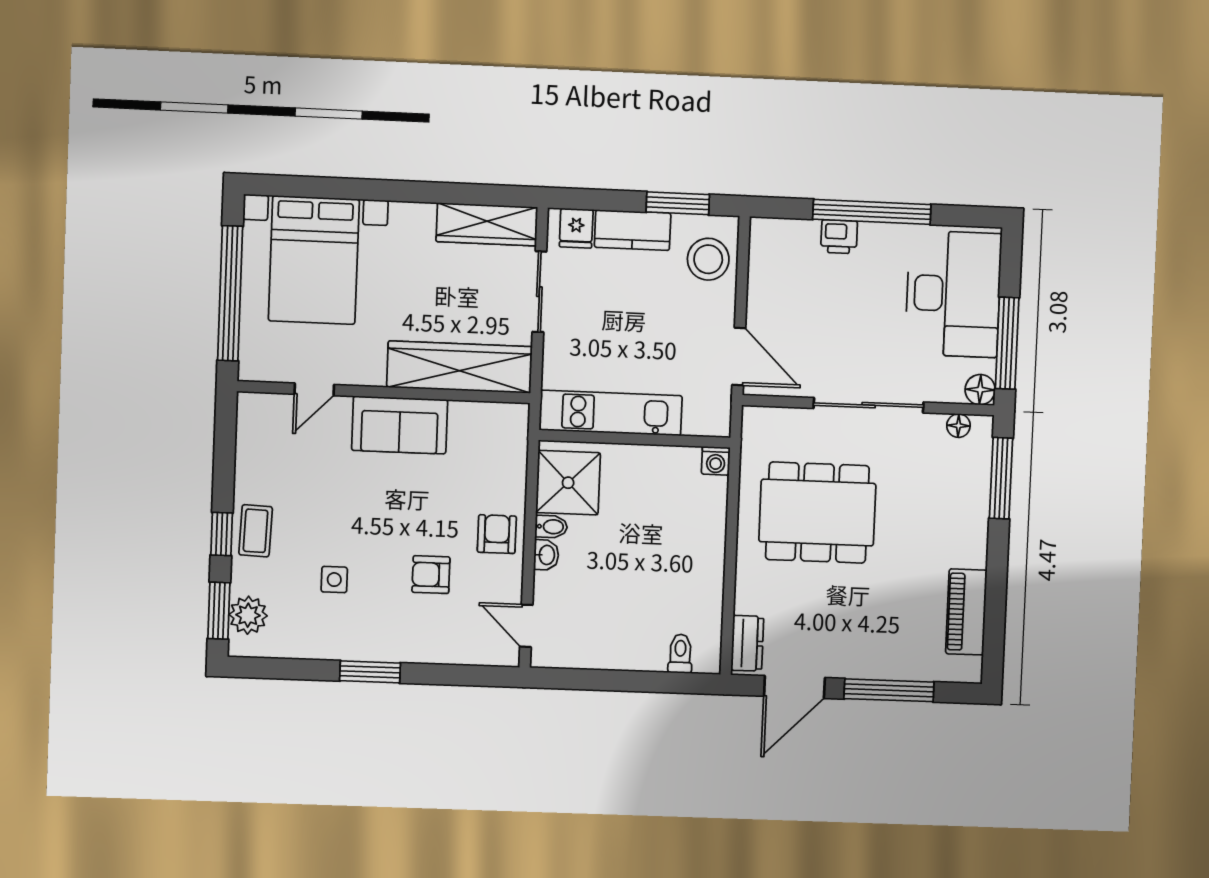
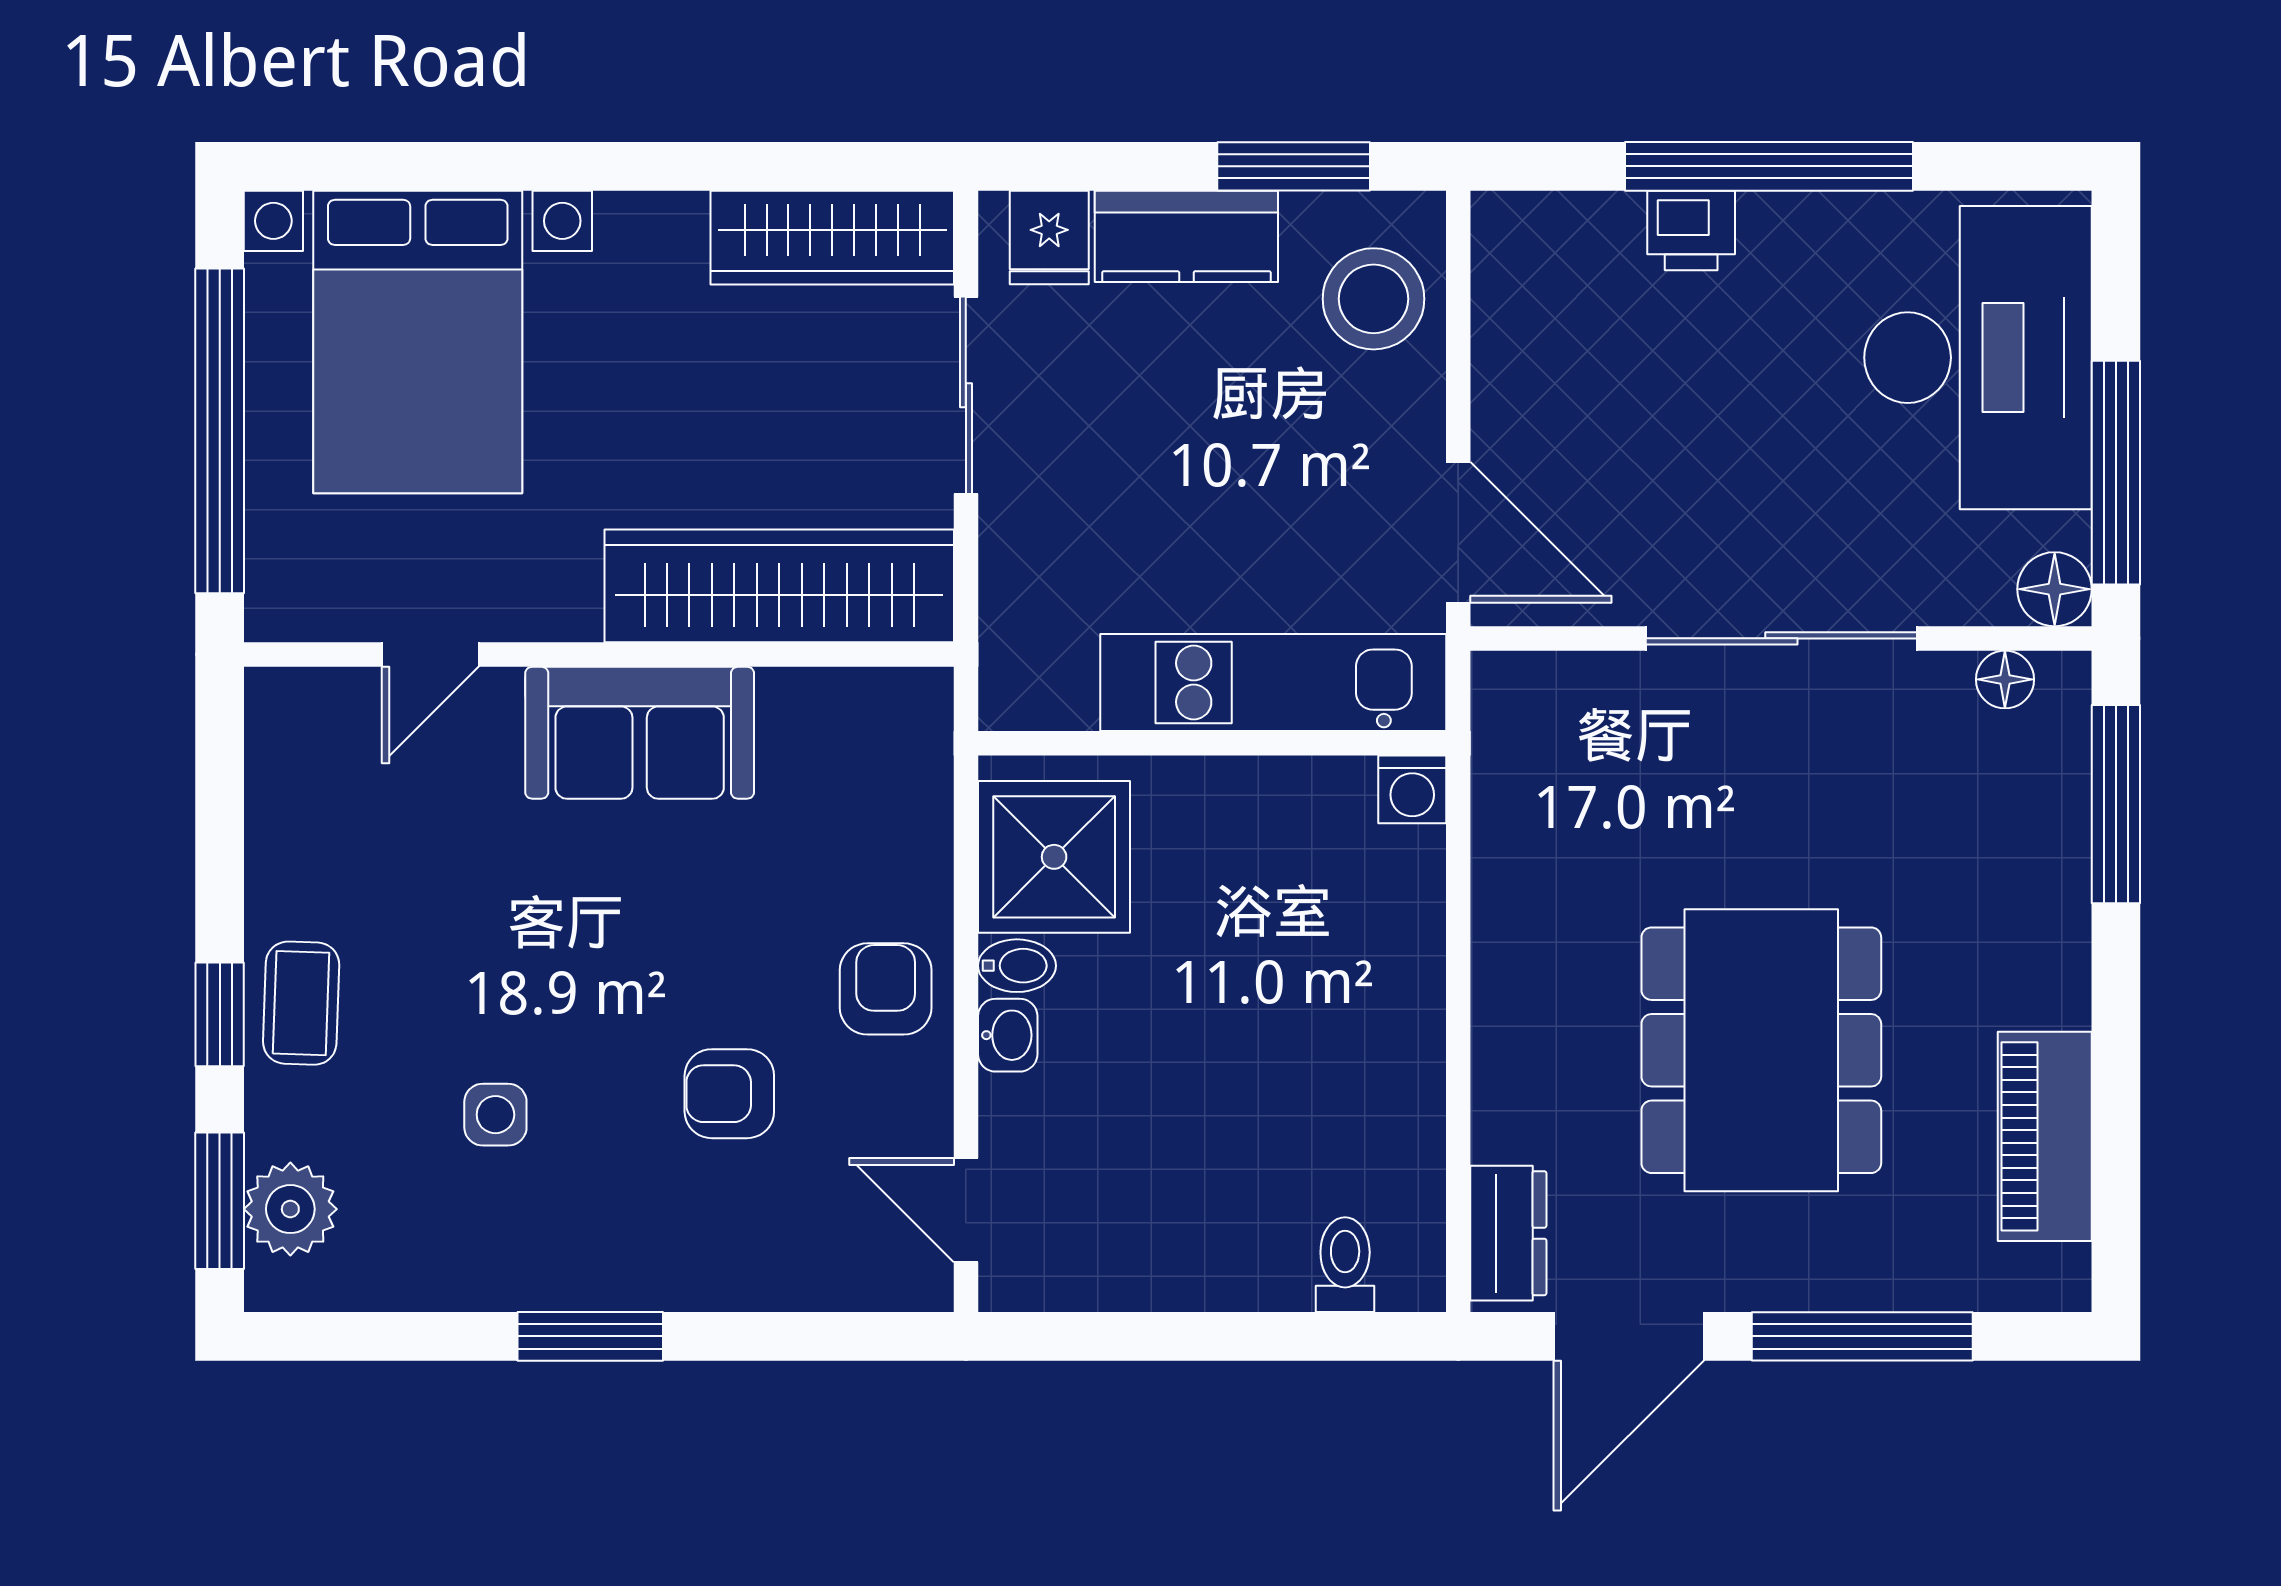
kitchen unit: (611, 413) -> (1273, 683), moved
dining table: (817, 513) -> (1761, 1050), moved, turned 90

